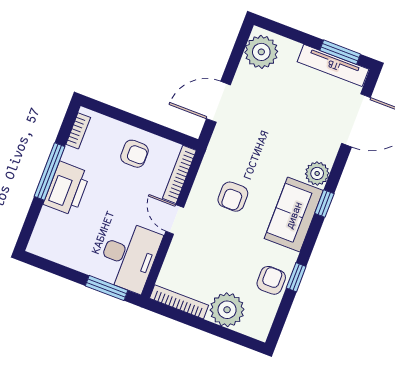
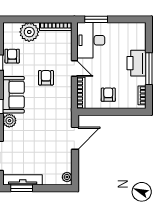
plant: (261, 52) -> (67, 177), width x0.53, depth x0.53
armchair: (134, 154) -> (108, 95), turned 90
armchair: (233, 197) -> (46, 78), moved
armchair: (271, 280) -> (12, 56), turned 180

